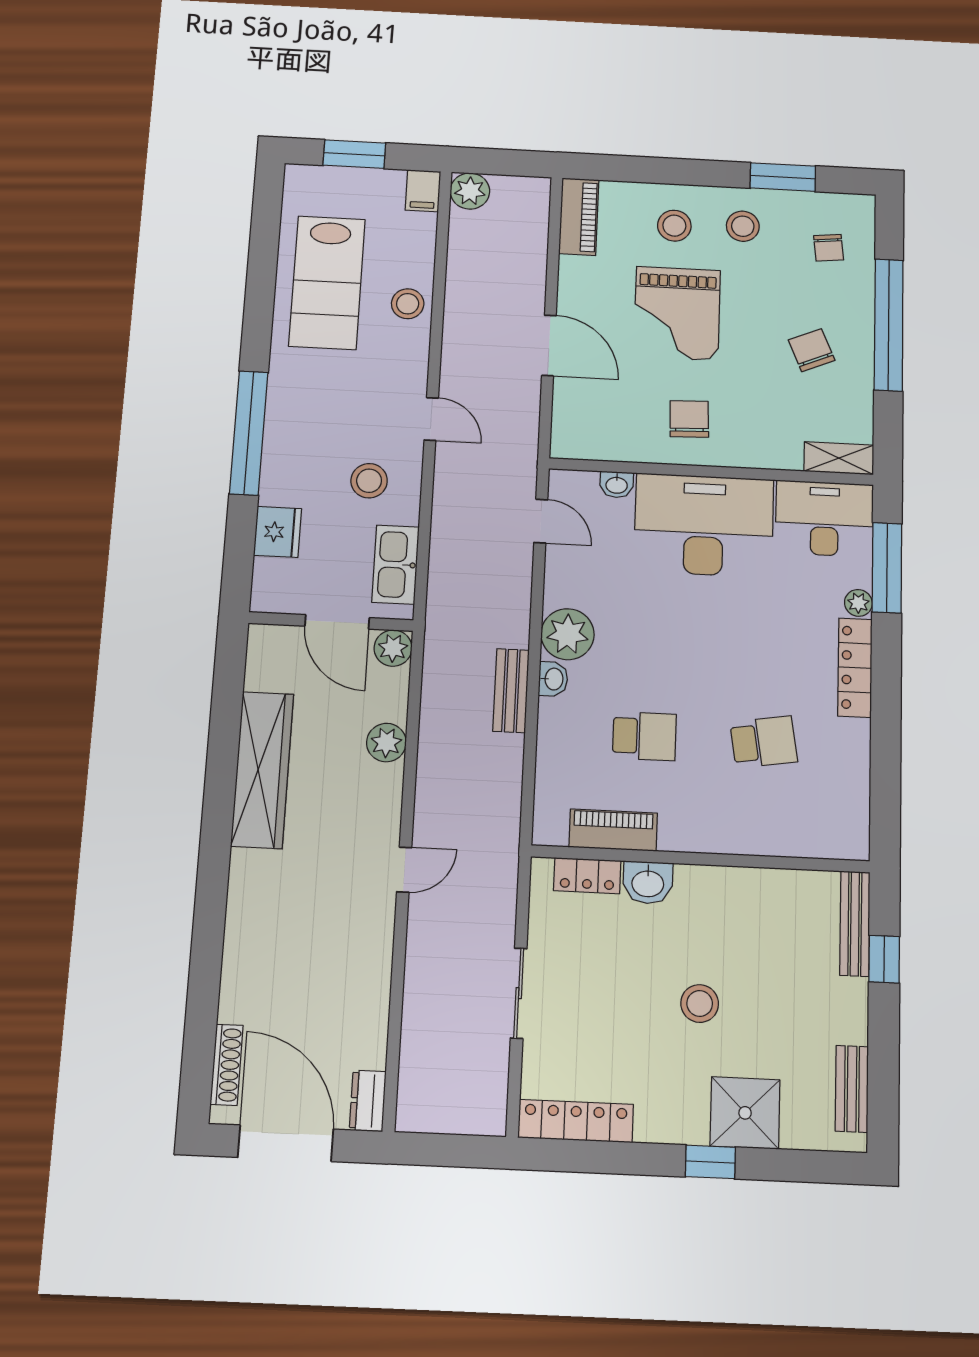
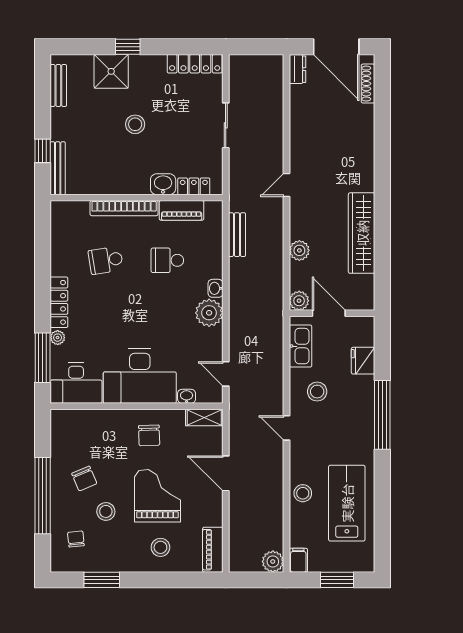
stool: (743, 226) -> (106, 511), moved
shelving: (839, 458) -> (204, 417), moved
bench: (511, 691) -> (237, 235), moved
bookcase: (726, 840) -> (124, 208), added

